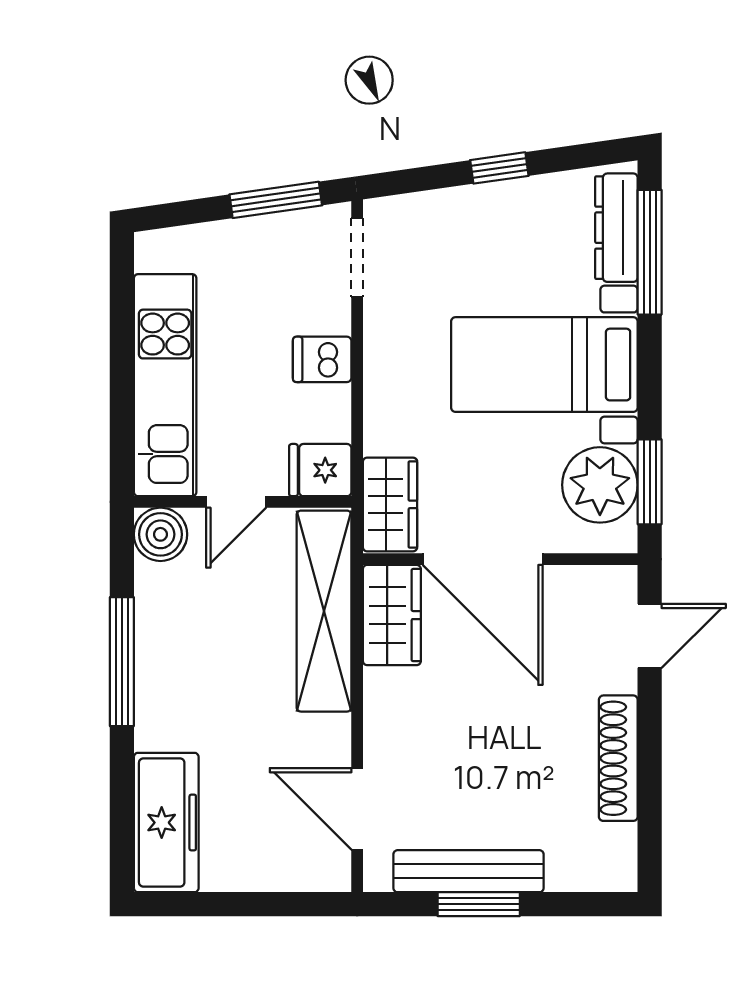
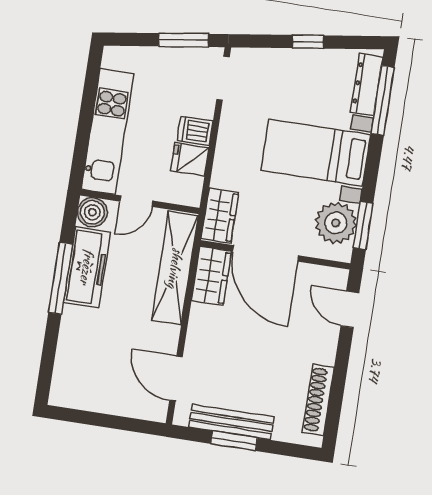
fridge: (320, 470) -> (190, 159), moved
door: (650, 636) -> (350, 309), swing flipped
shoe rack: (618, 758) -> (318, 400), moved
freezer: (166, 823) -> (87, 267), moved

